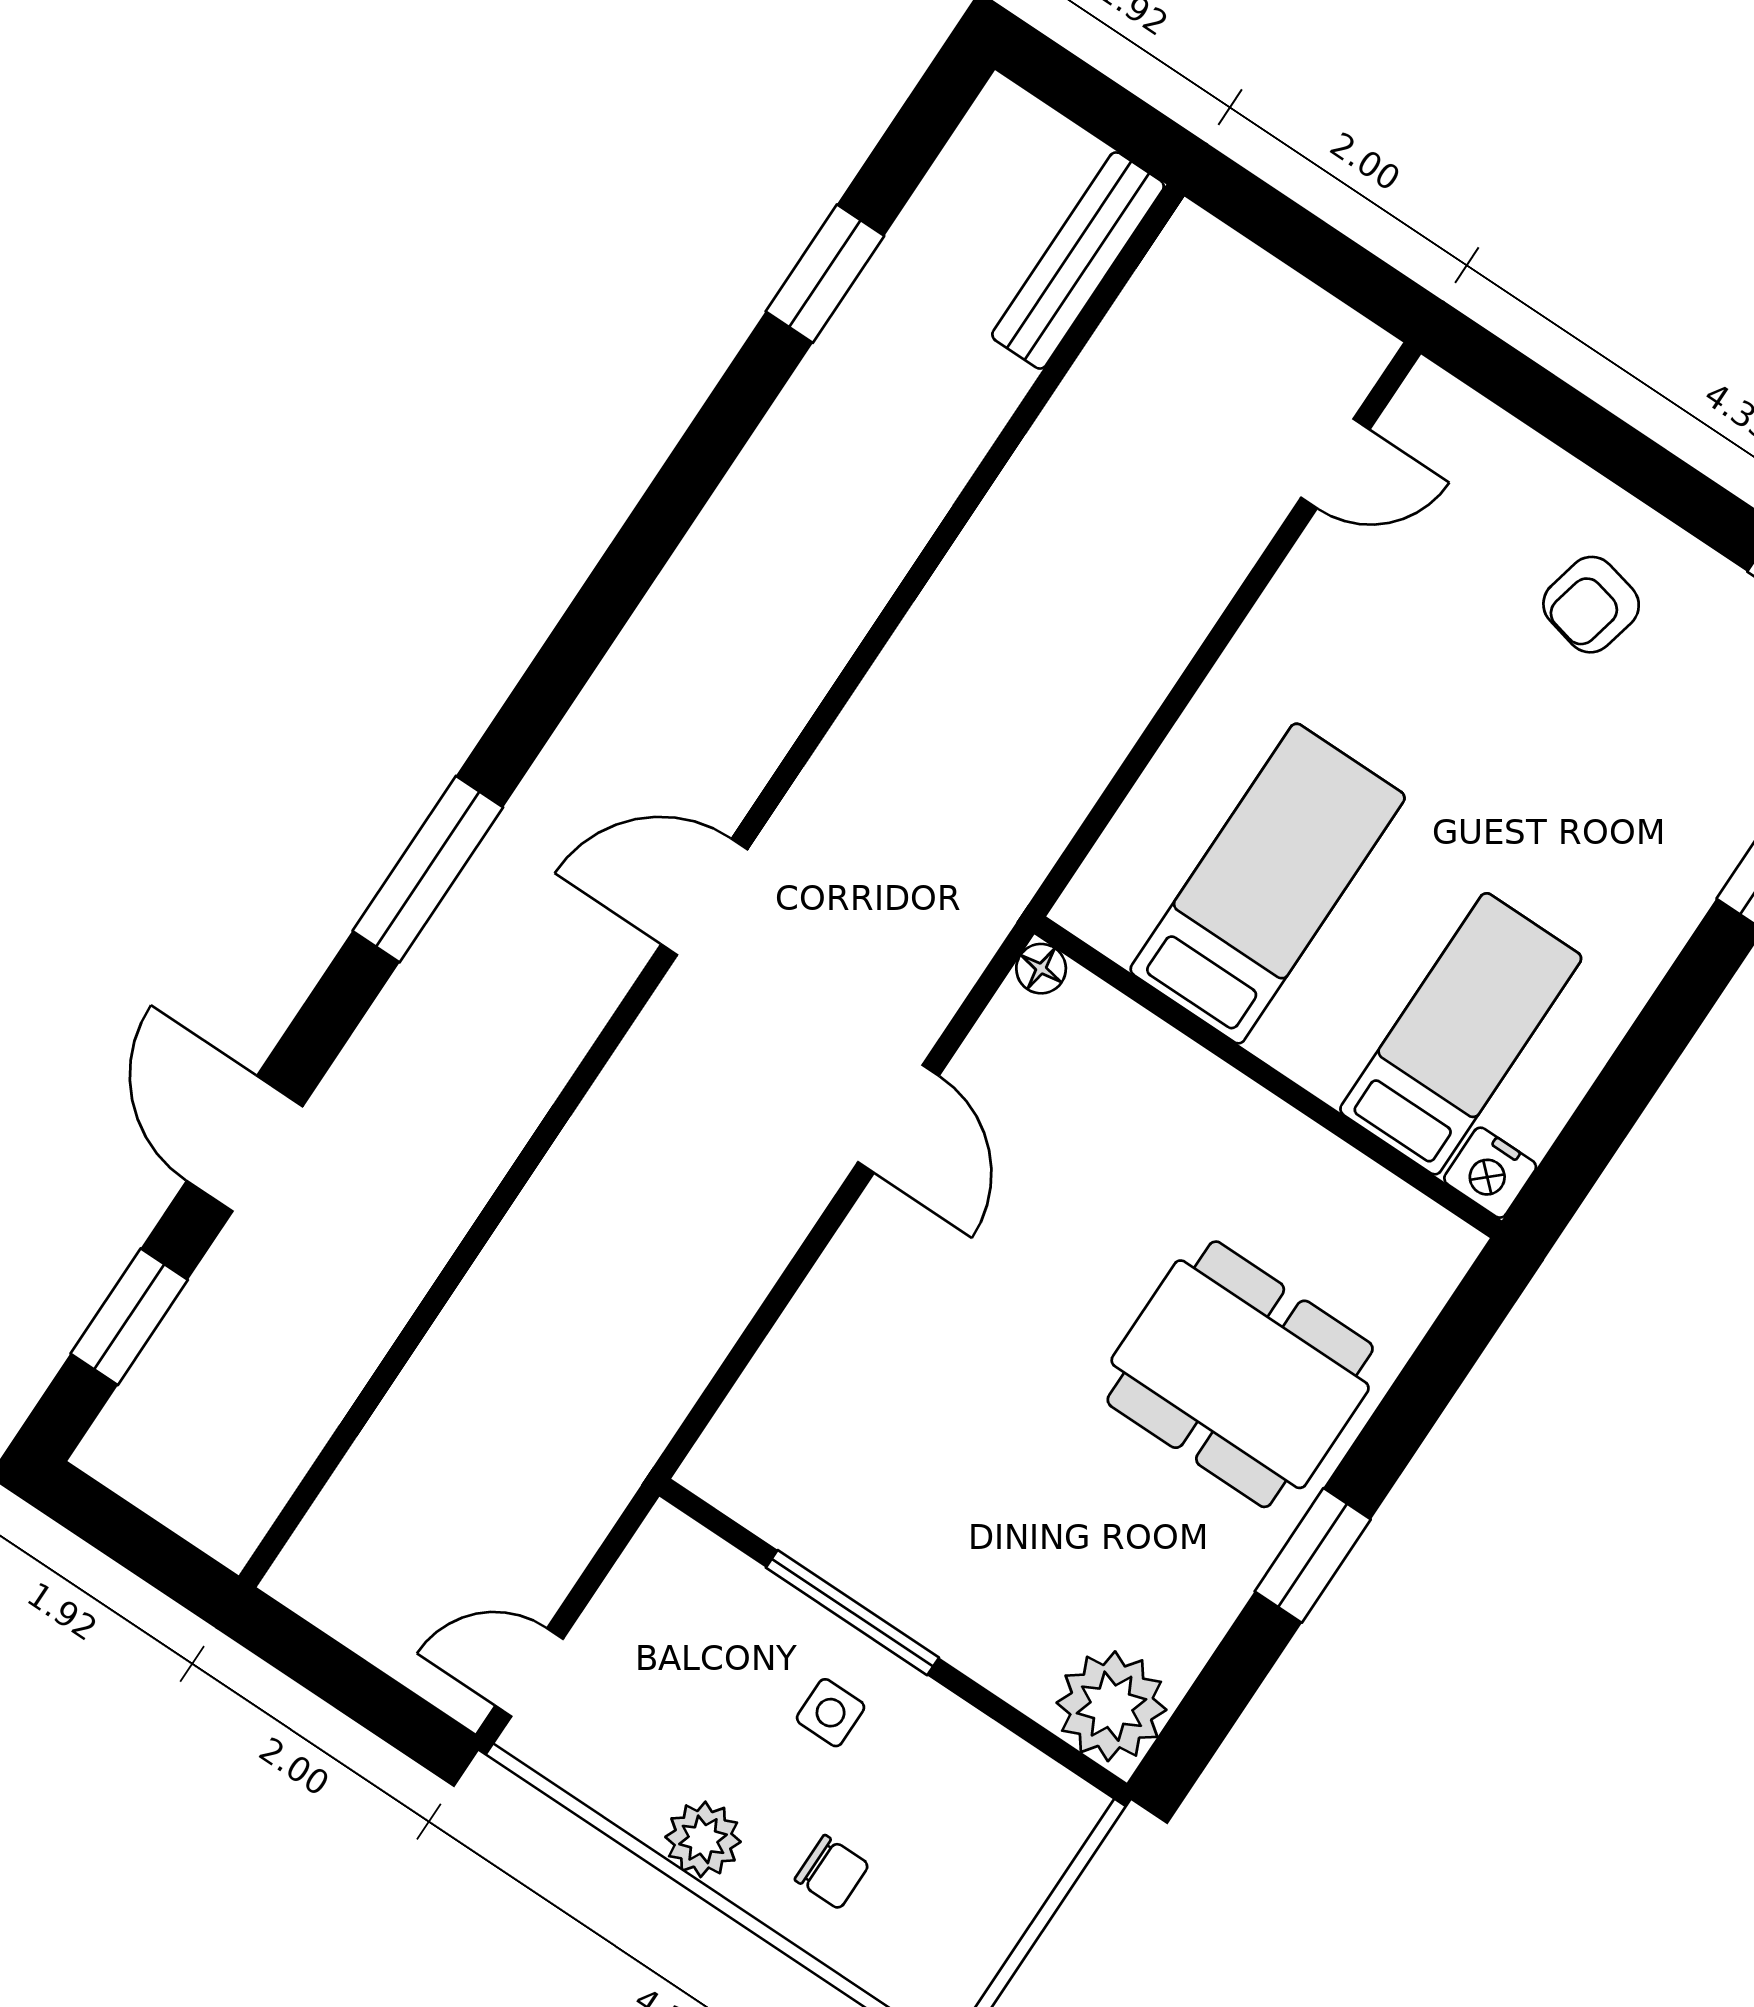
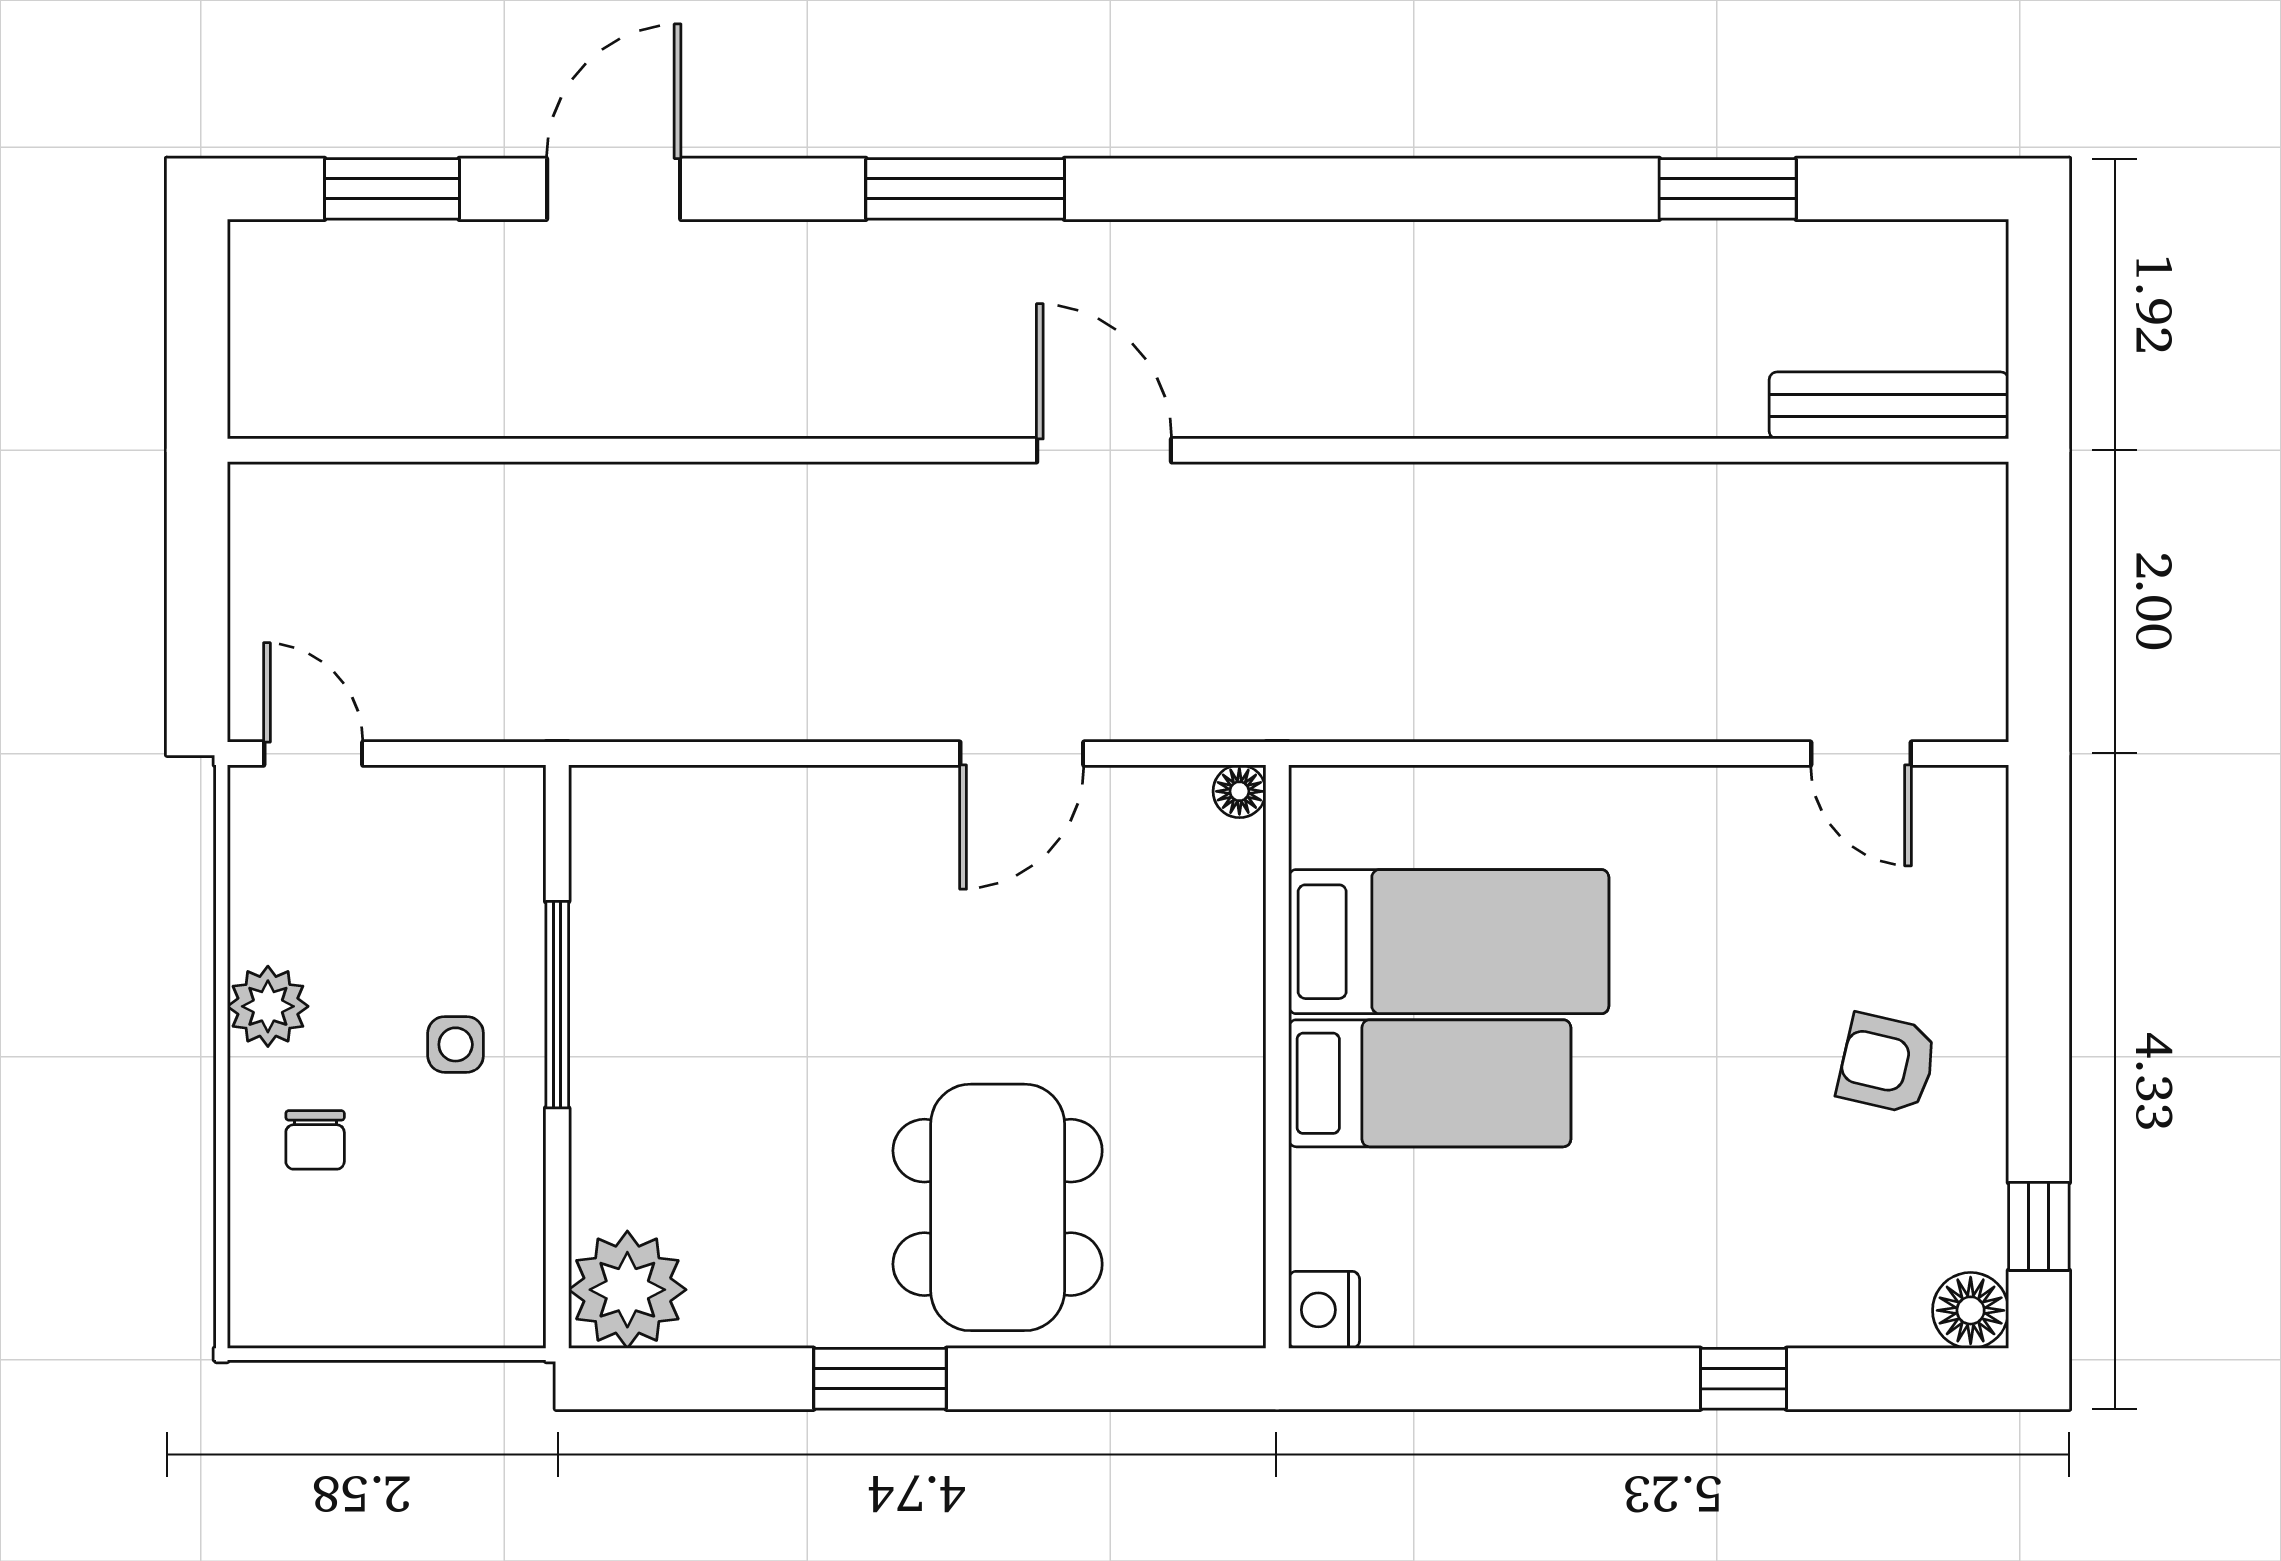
bed: (1461, 1034) -> (1430, 1083), moved

